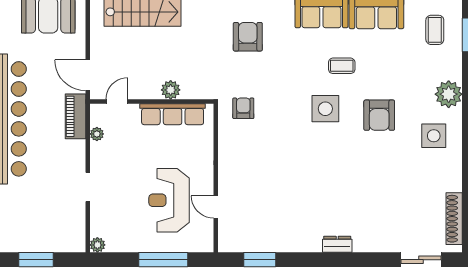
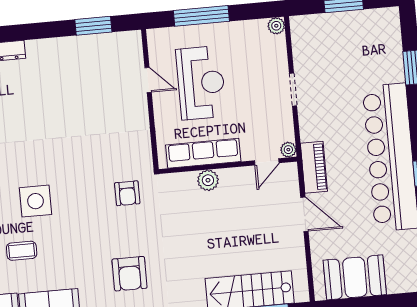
plant: (171, 90) -> (208, 180), moved
door: (117, 101) -> (267, 162), moved
wall: (152, 101) -> (228, 165), moved
row of seats: (173, 114) -> (203, 153), moved

